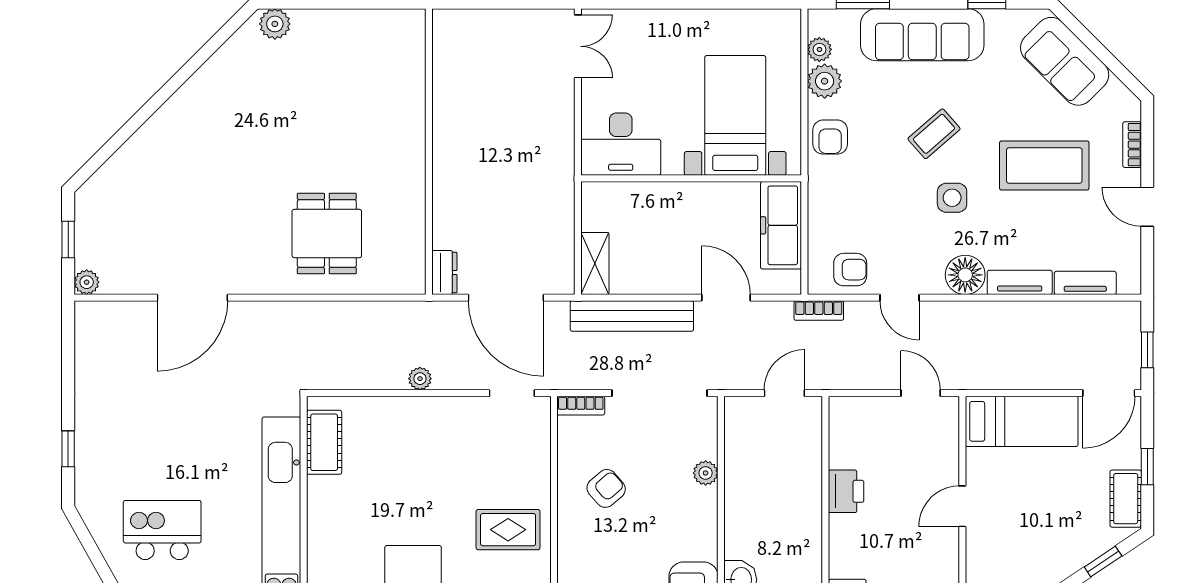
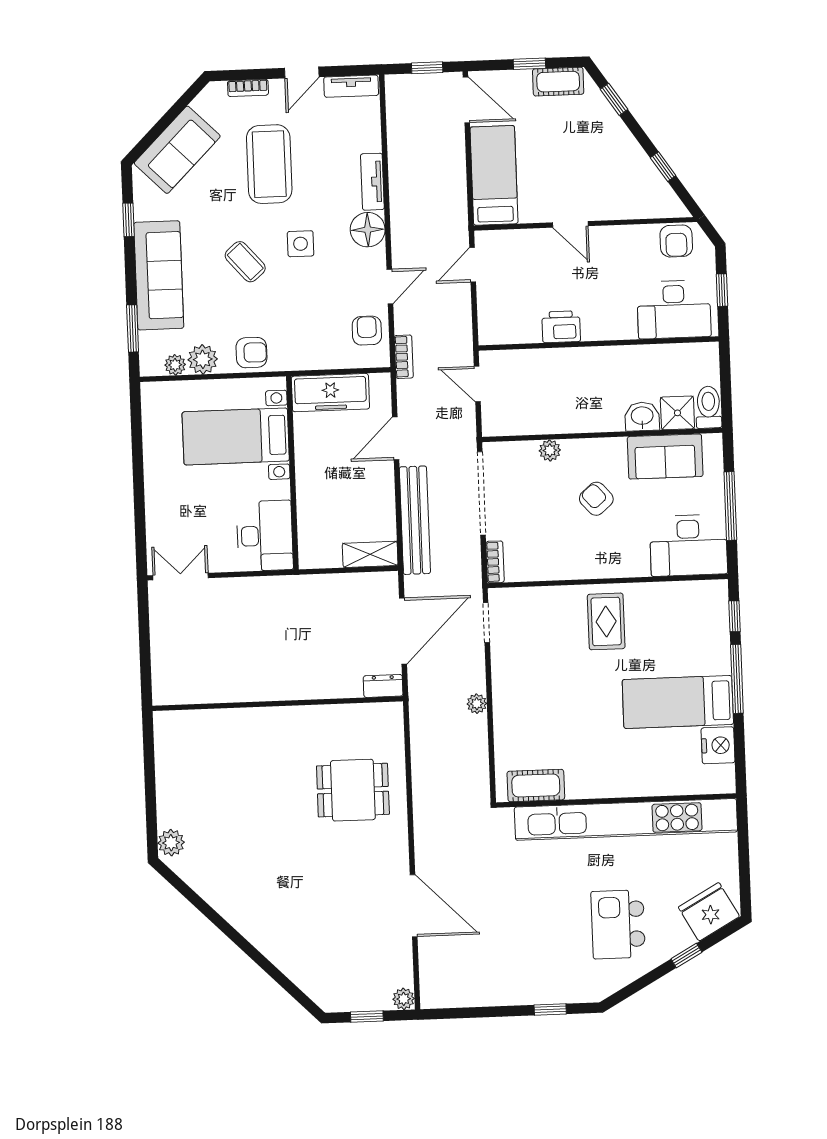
tv unit: (1085, 283) -> (351, 86), moved, turned -90
armchair: (606, 488) -> (596, 499), moved

